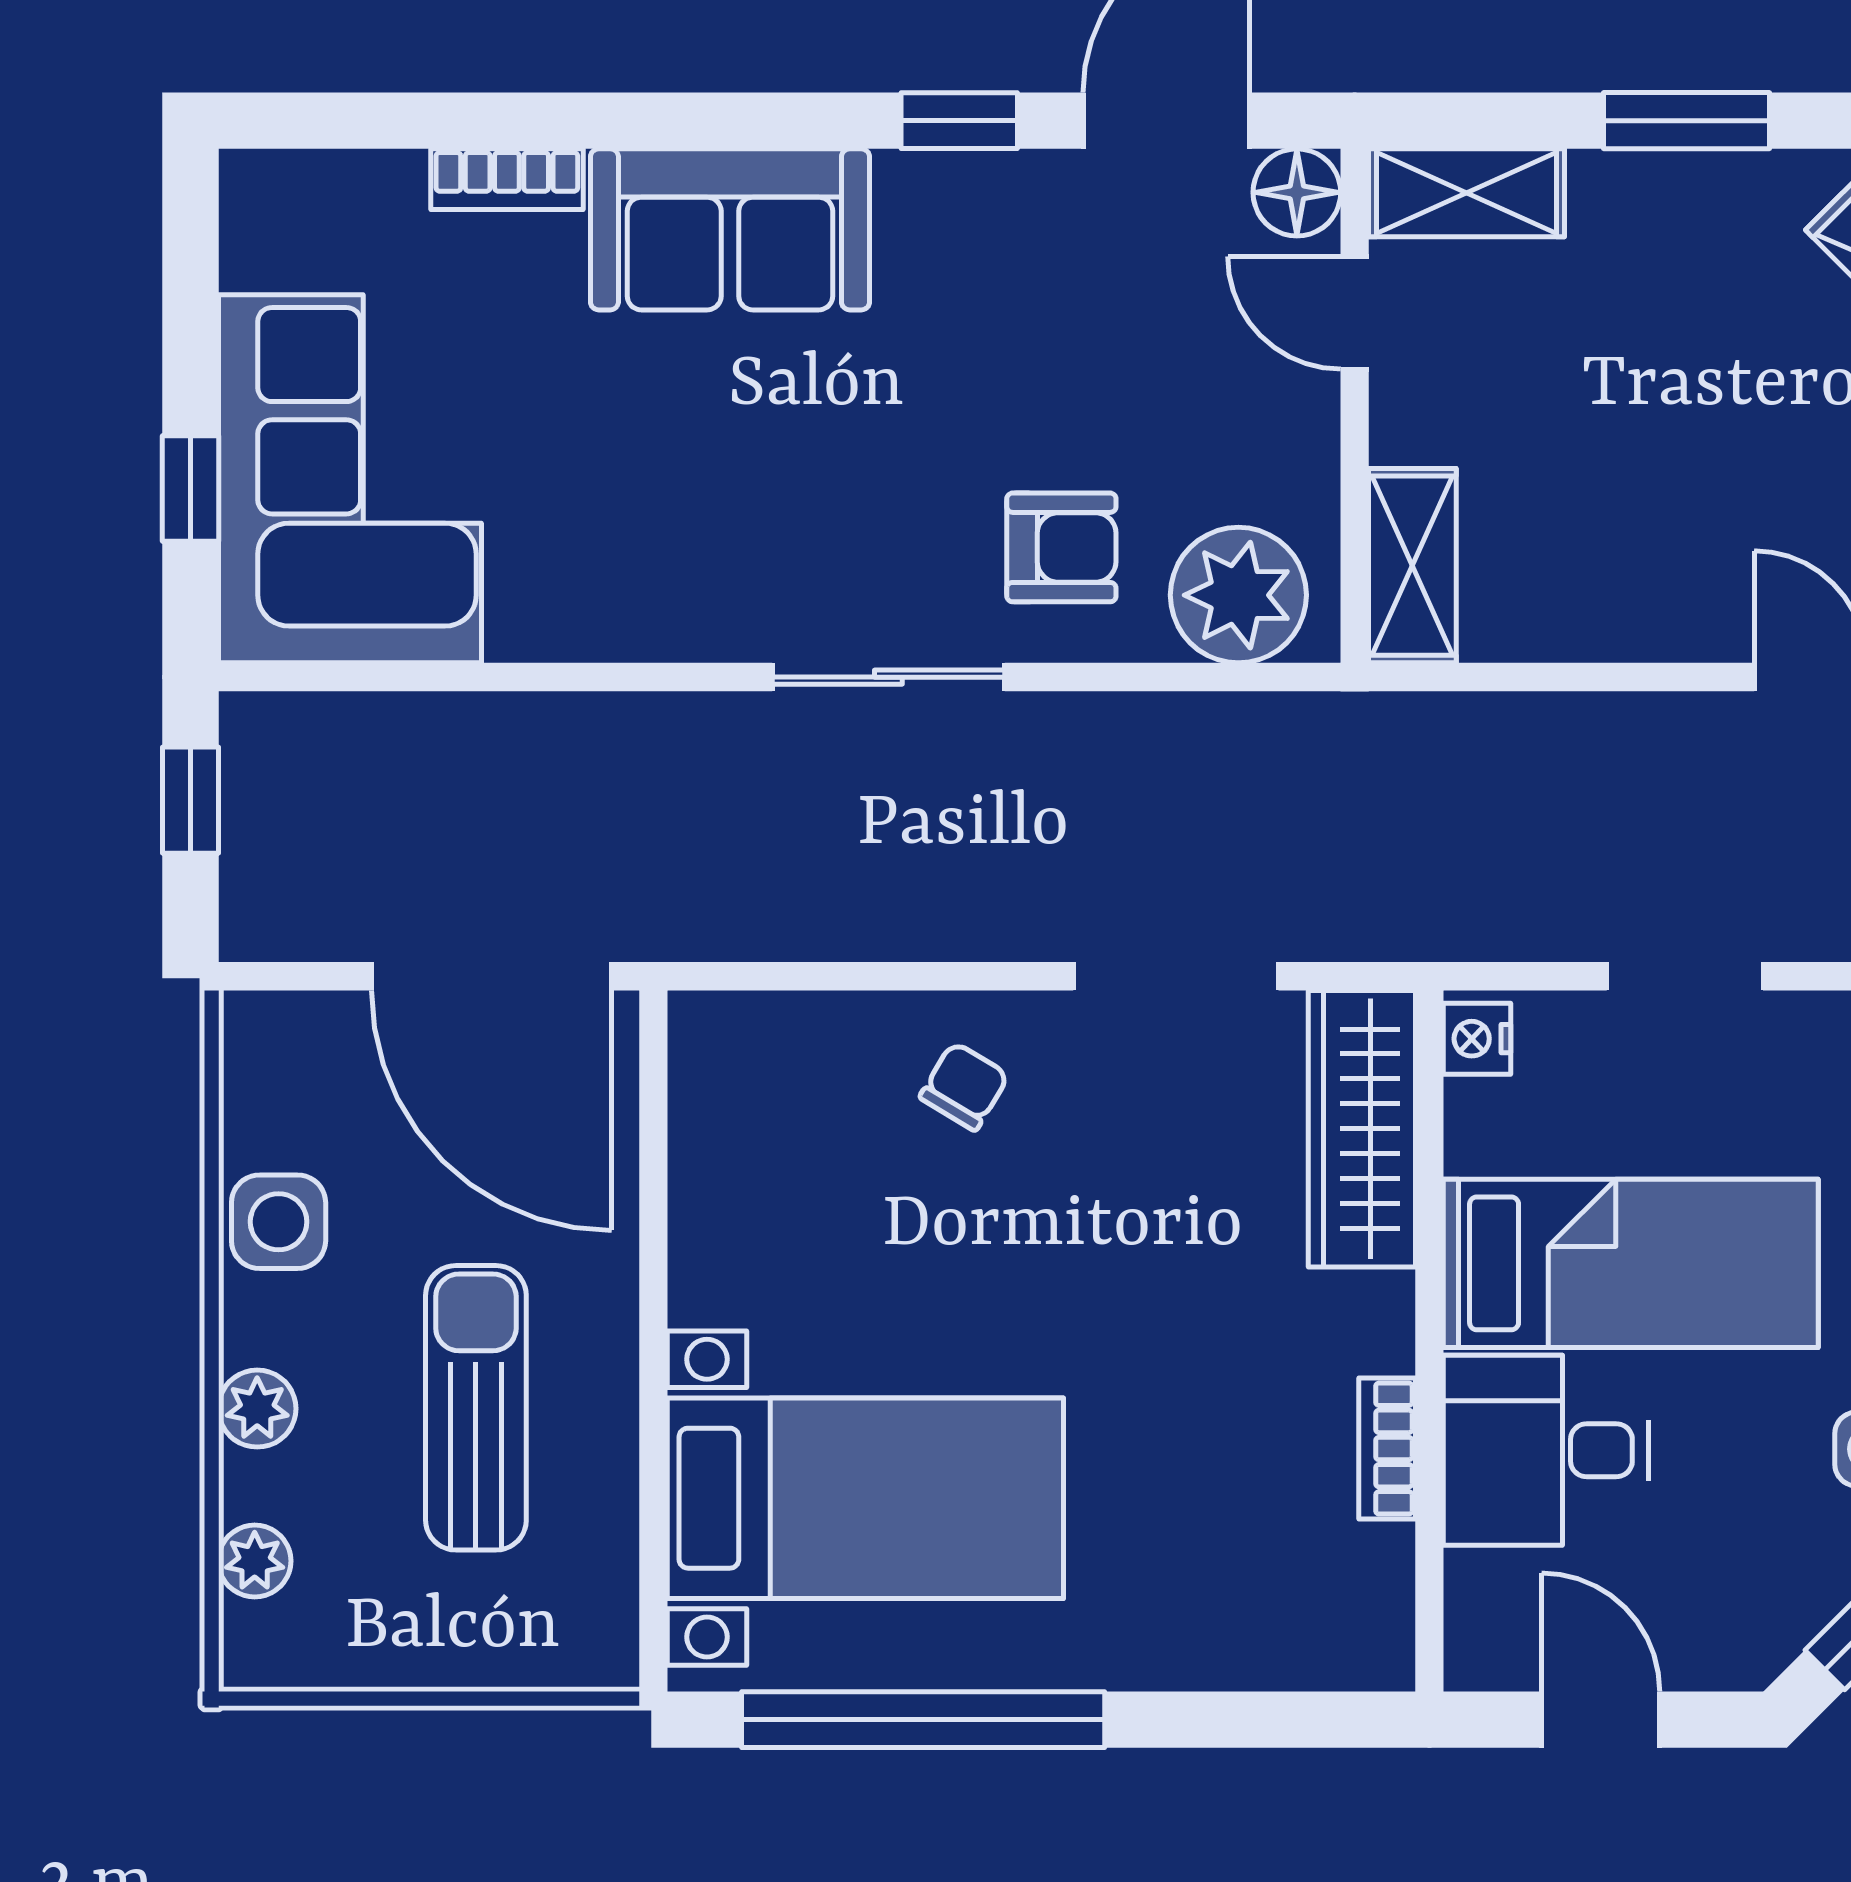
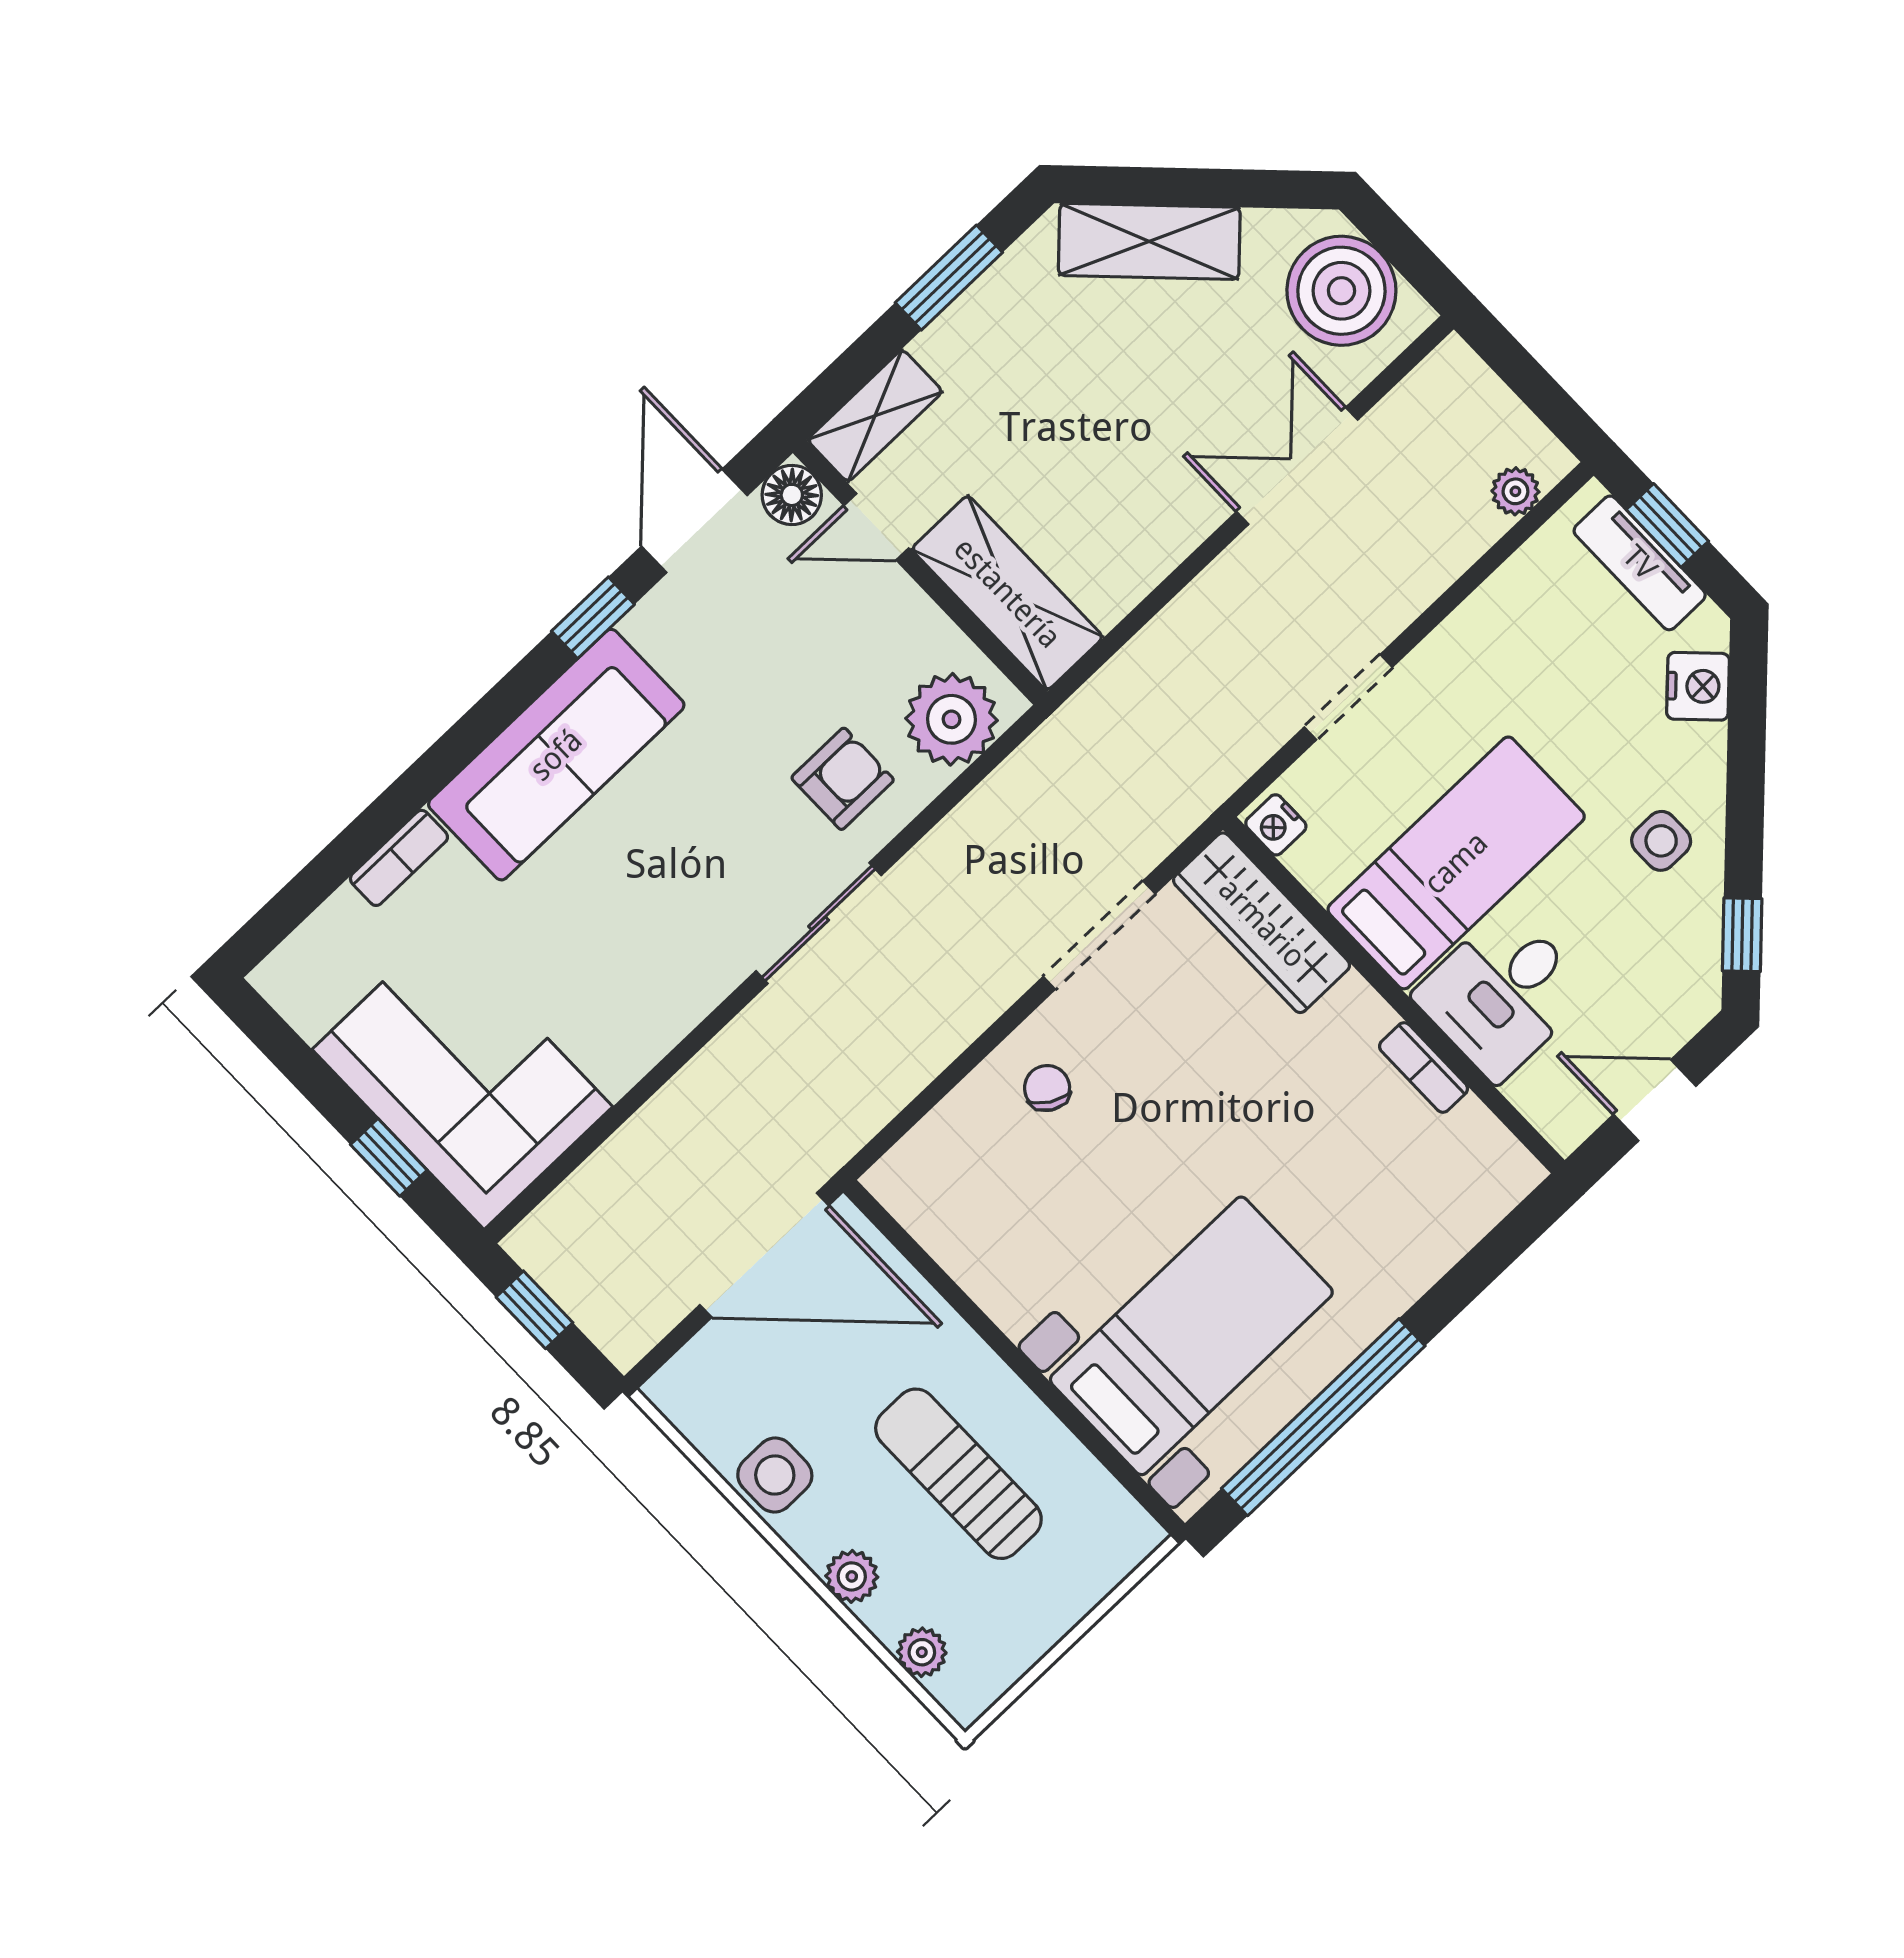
sofa: (730, 229) -> (556, 755), width x1.36
shelving: (1412, 566) -> (1007, 593), width x1.50, depth x1.33

